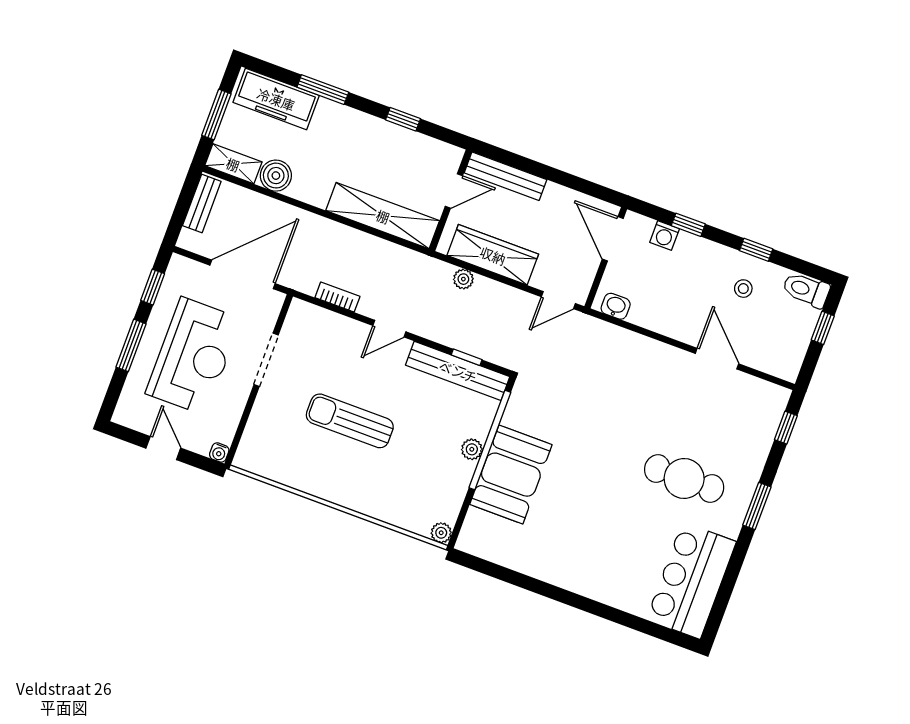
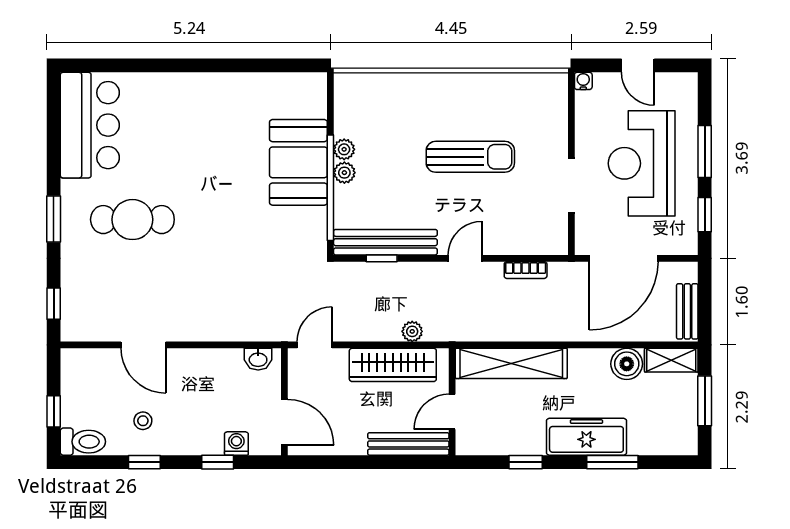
freezer: (276, 99) -> (586, 437), moved
plant: (441, 533) -> (344, 149), moved

